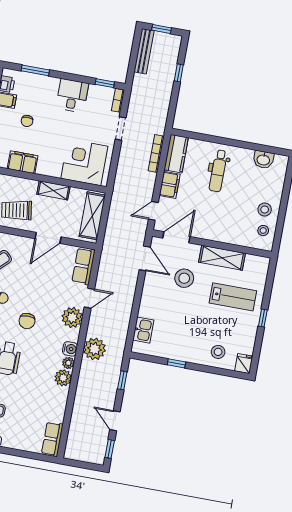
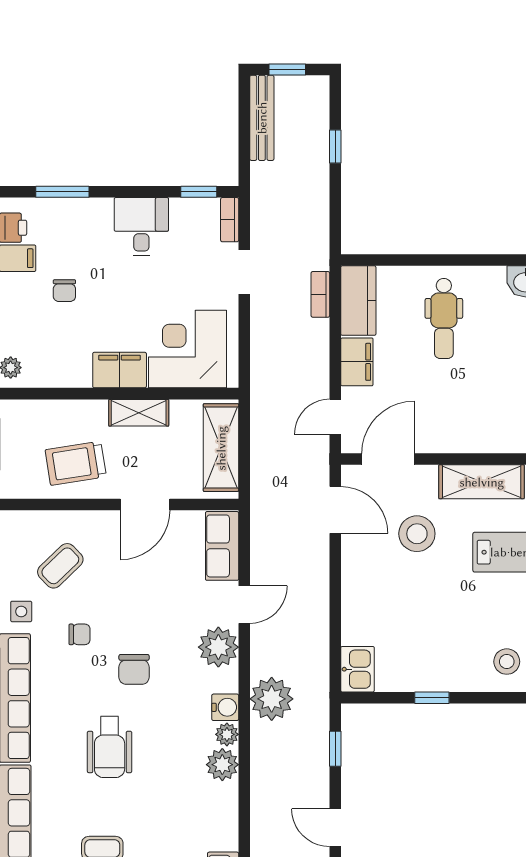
bookcase: (156, 154) -> (320, 294), width x0.64
filing cabinet: (23, 162) -> (120, 370), moved
kitchen sink: (143, 330) -> (357, 669), moved

